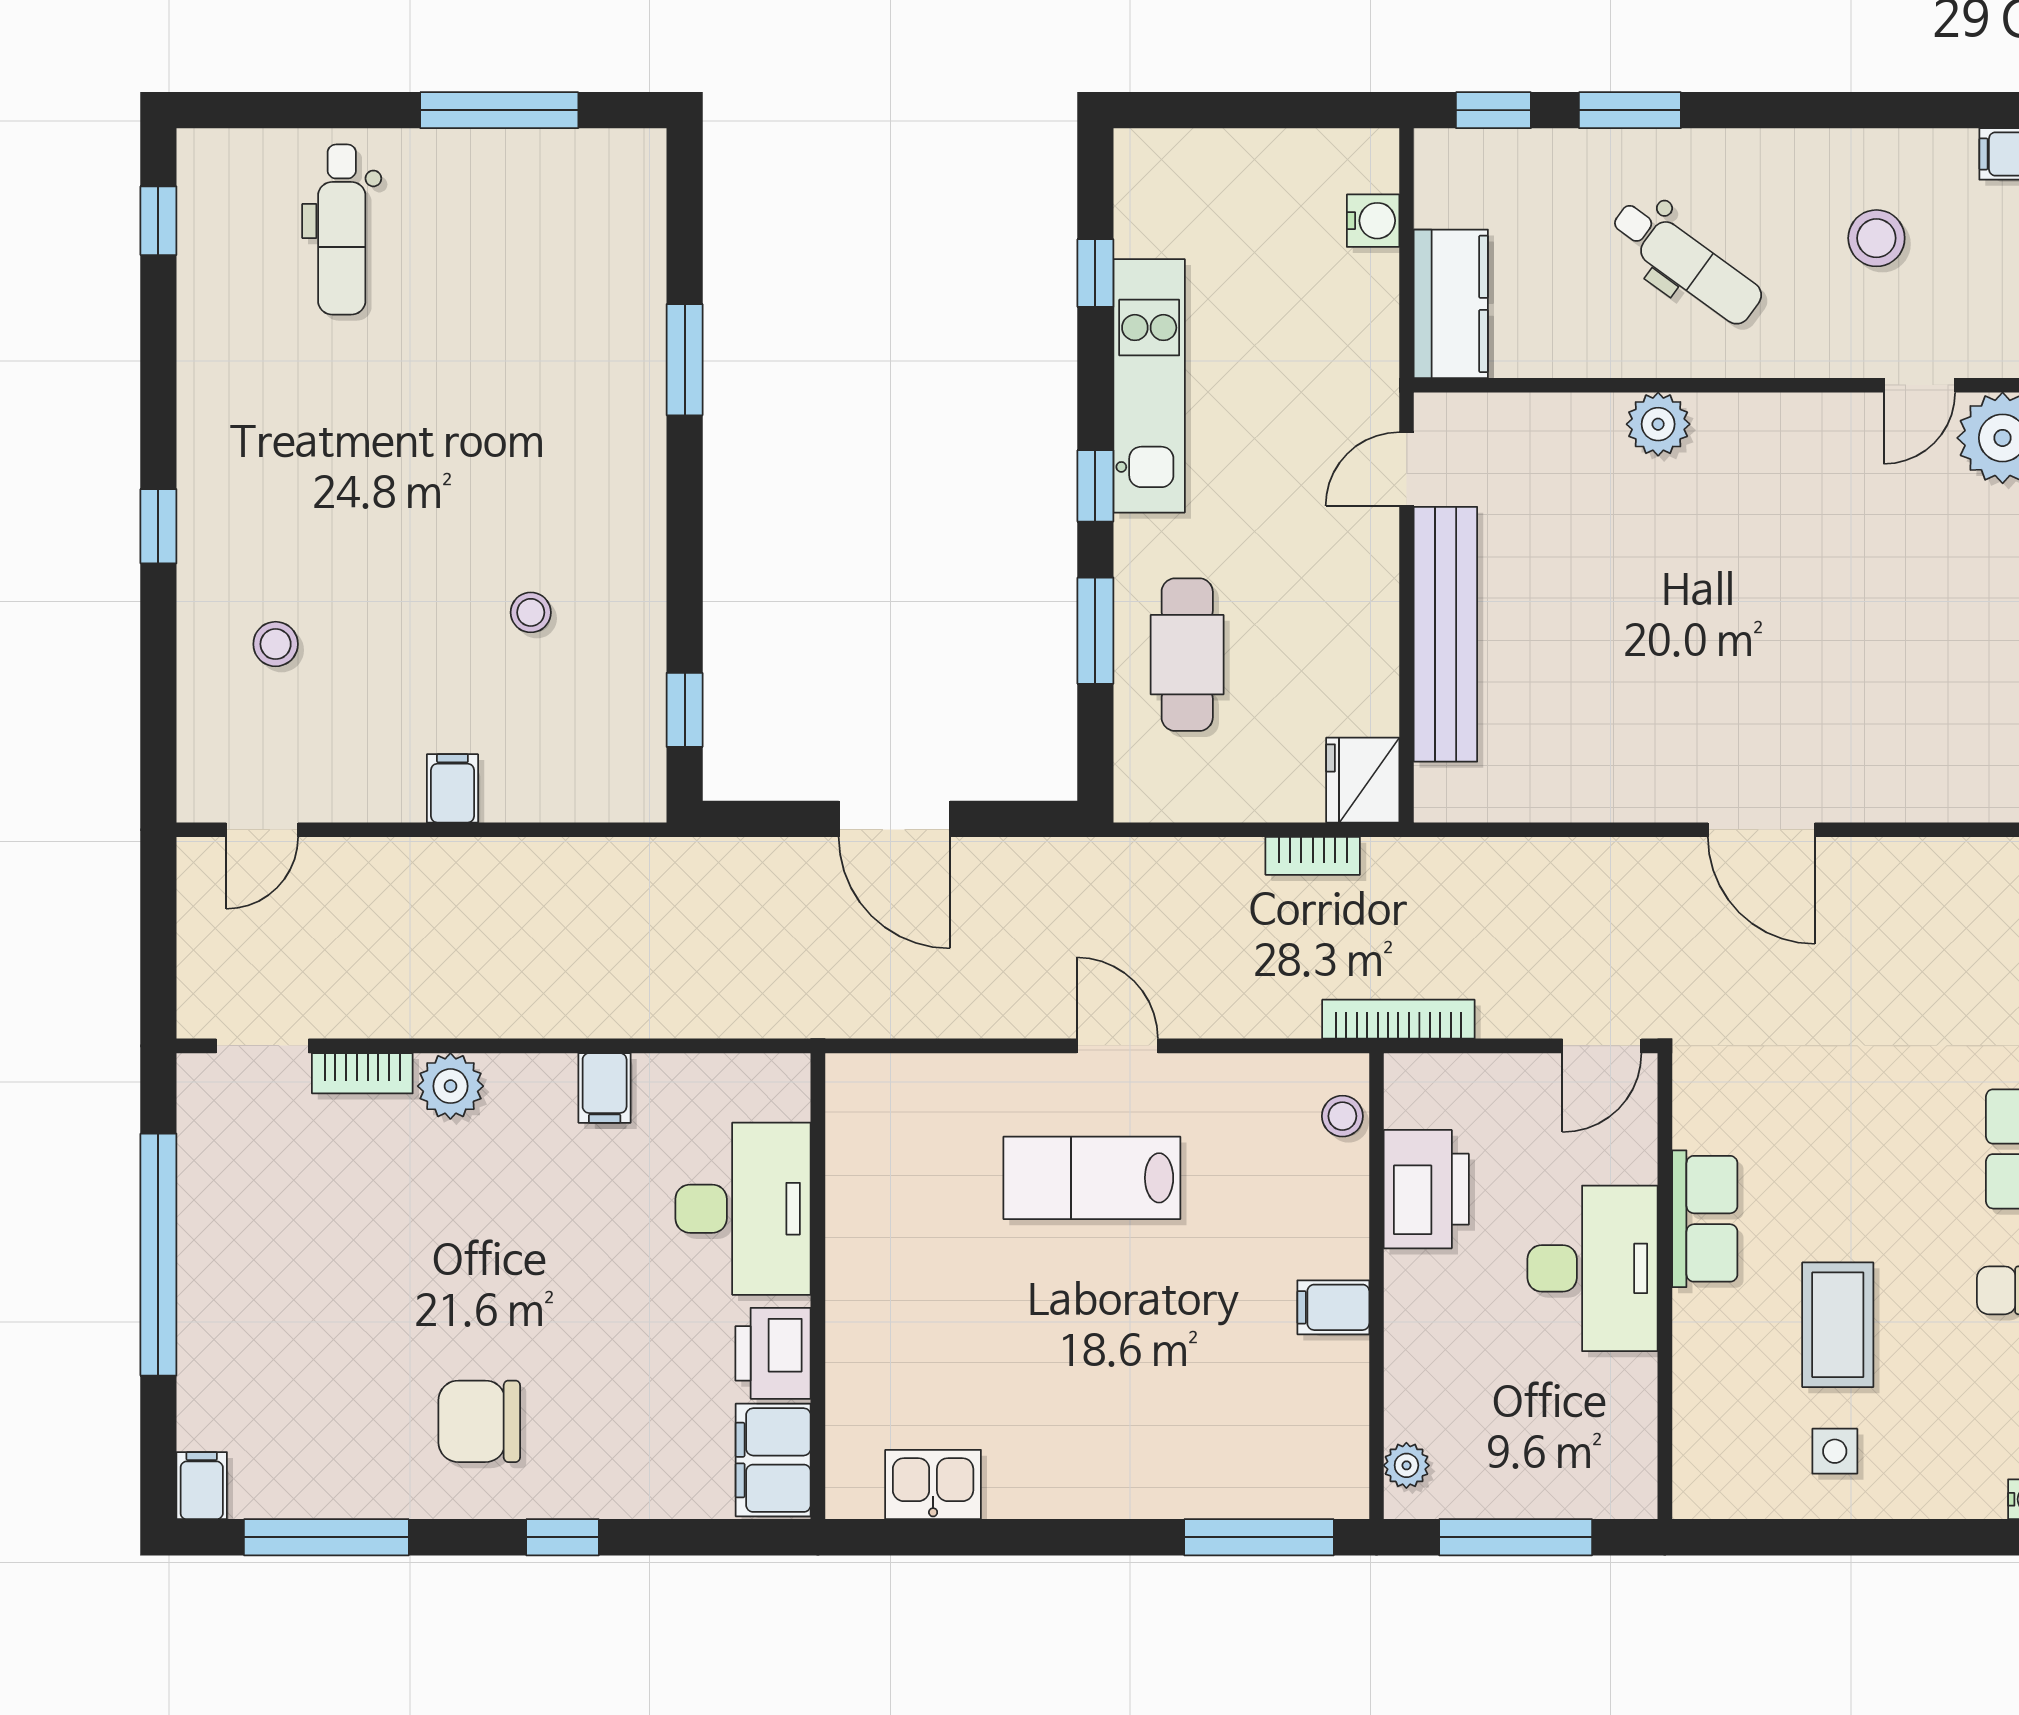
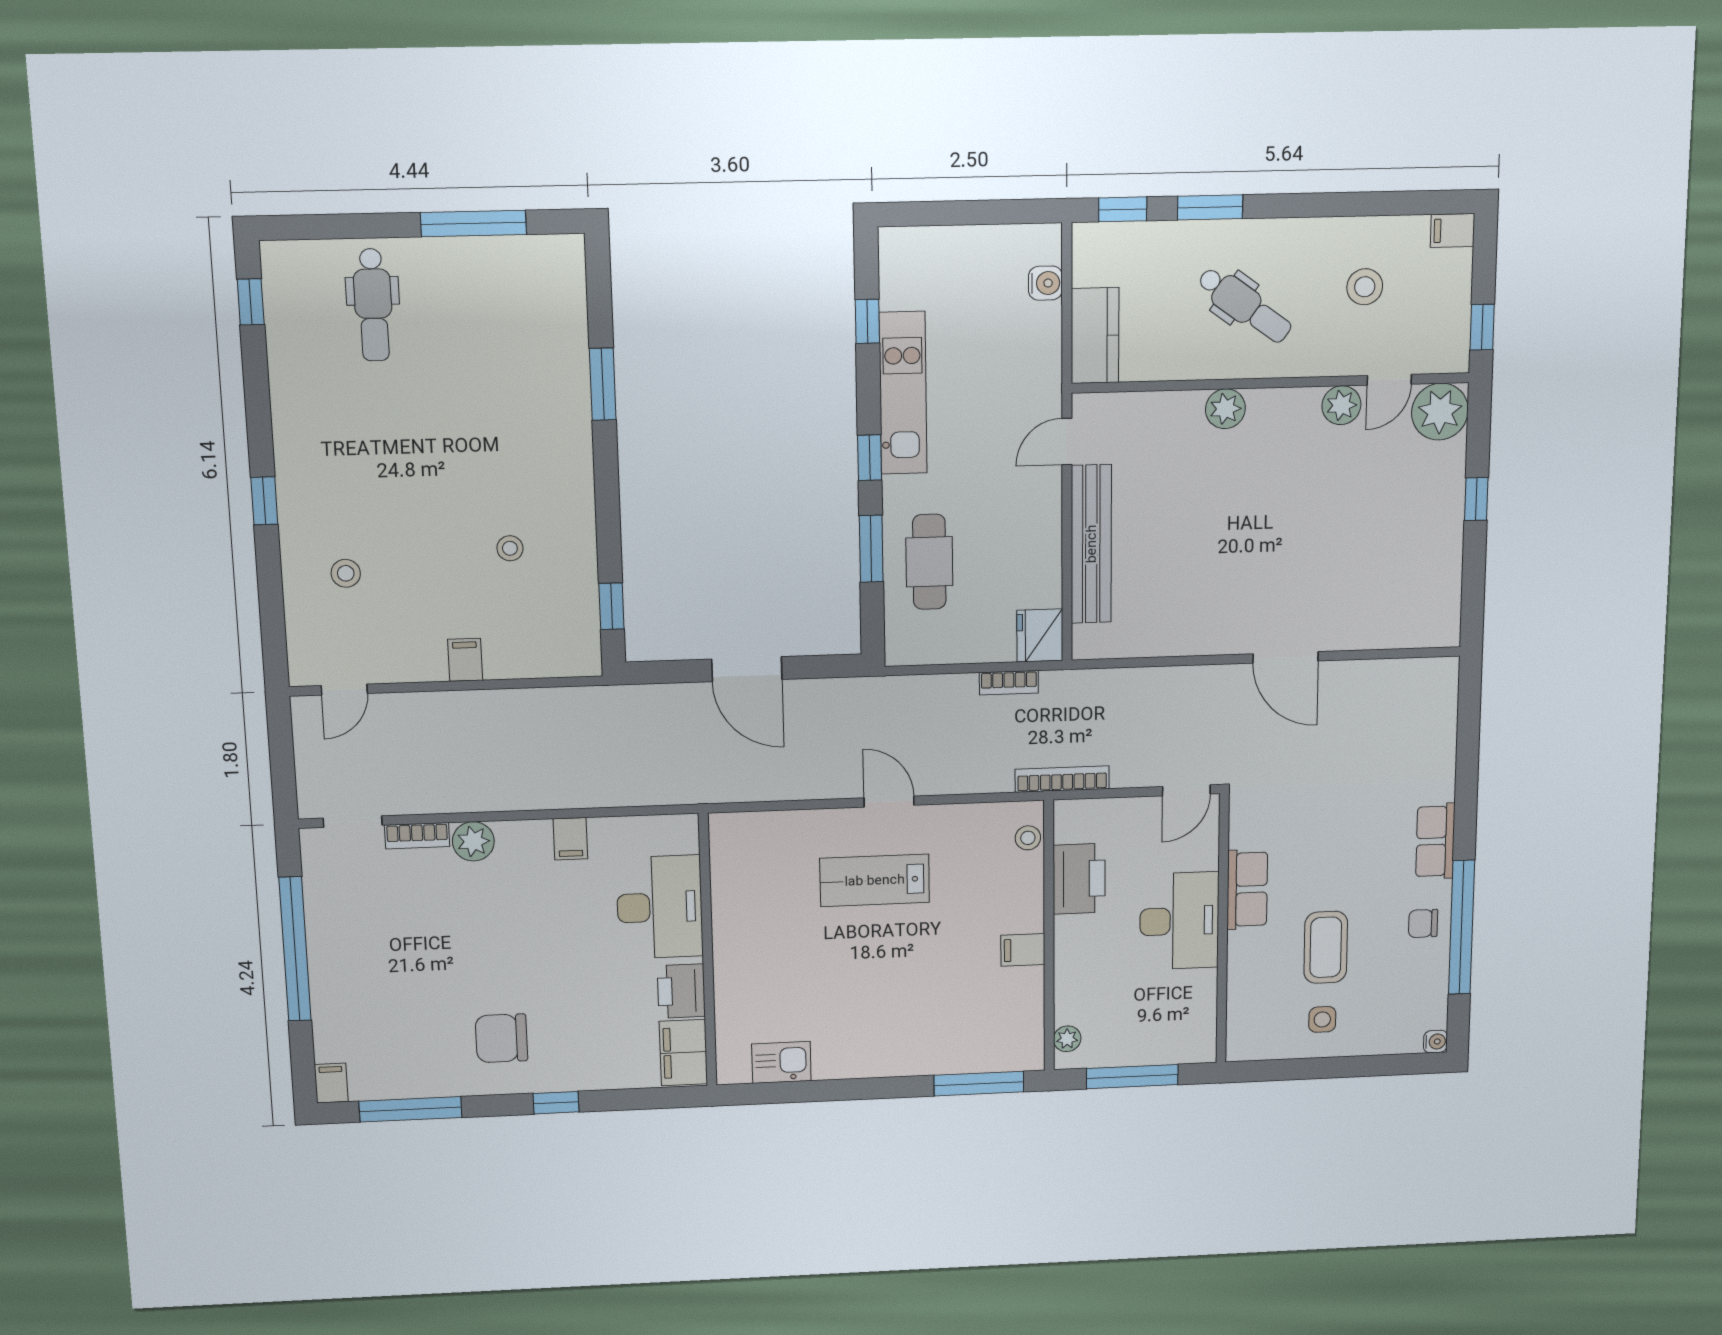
plant: (1844, 424) -> (1341, 405), added

